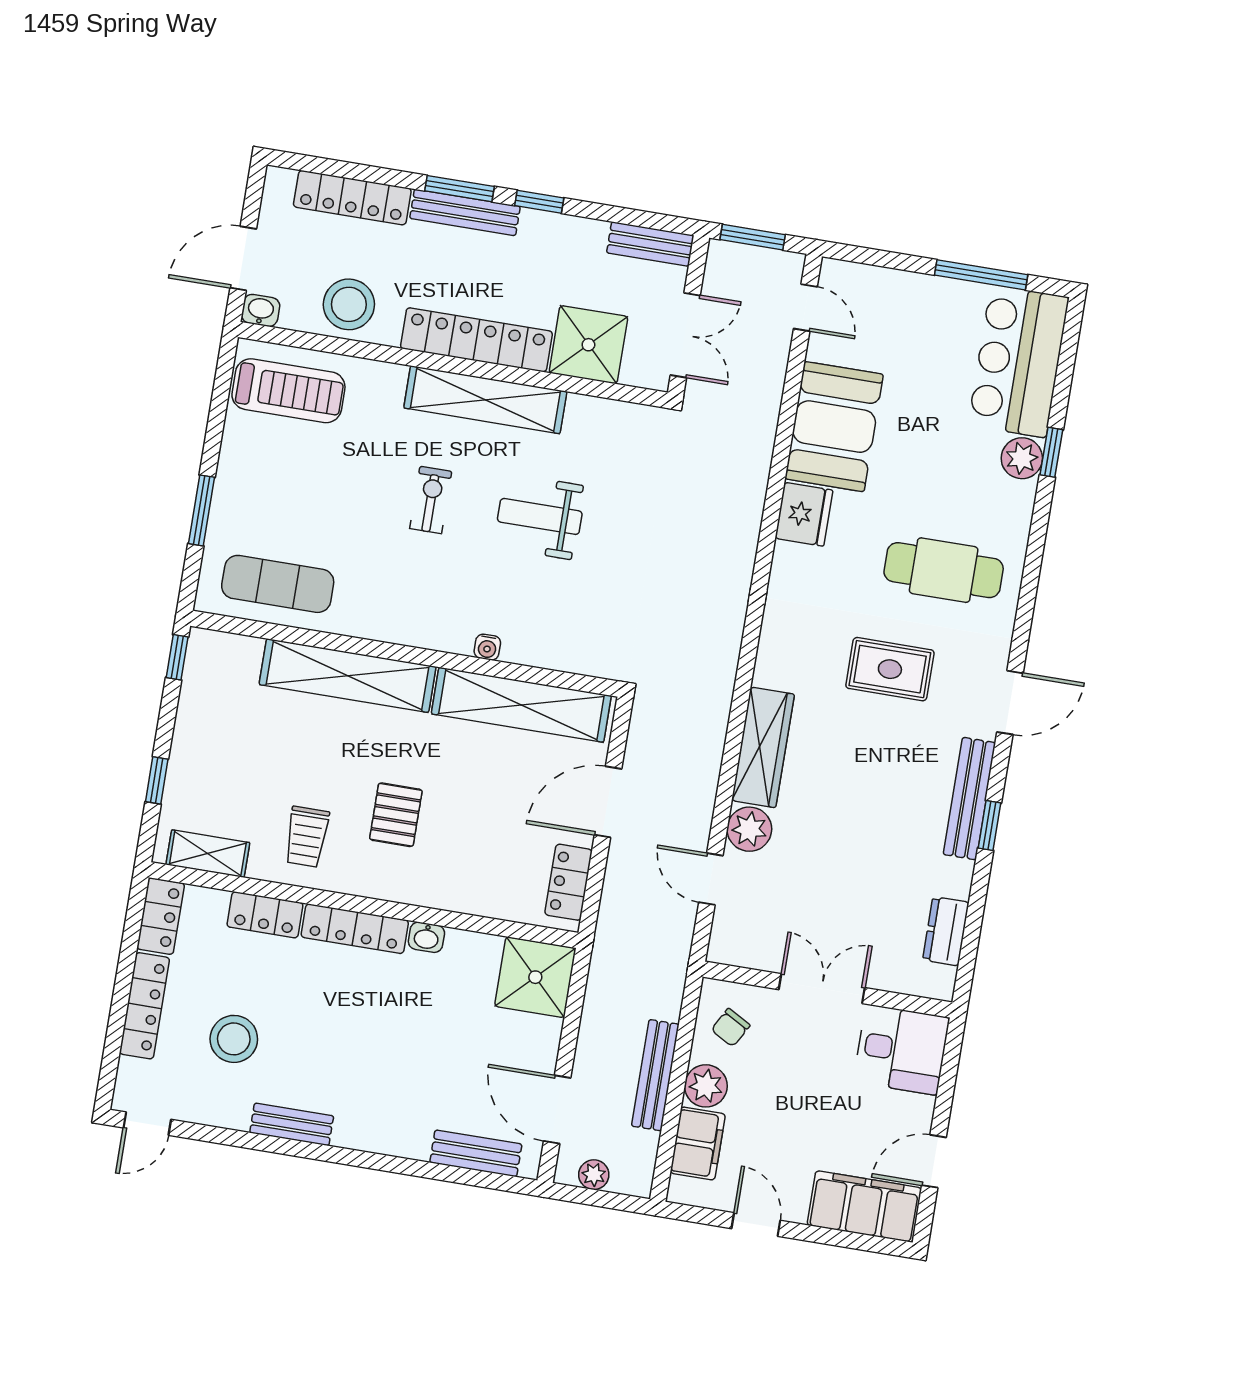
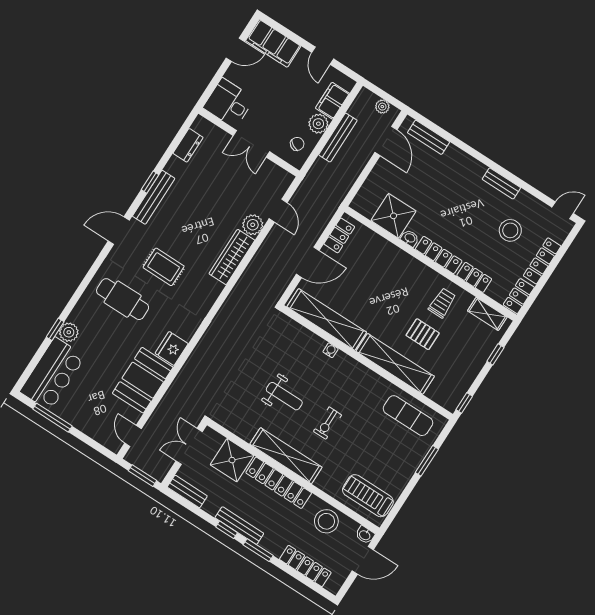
bench: (465, 212) -> (239, 526), moved
pallet: (396, 815) -> (423, 334), moved, turned 90
shower: (535, 977) -> (394, 216), moved

